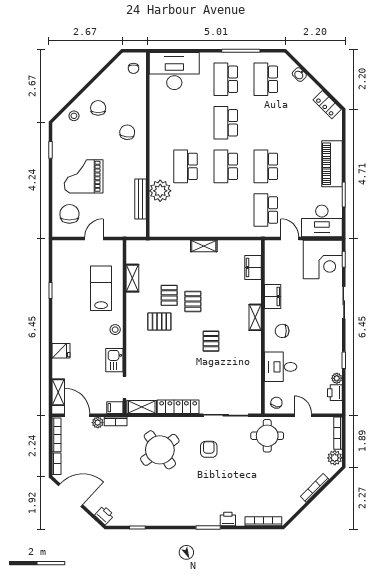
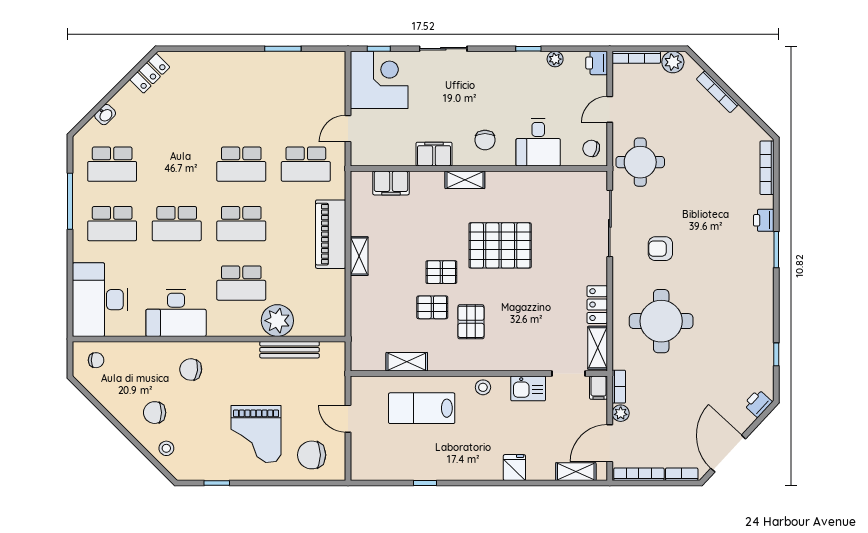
piano: (332, 164) -> (331, 234), moved, turned 90
desk: (322, 221) -> (176, 313), moved, turned 90
pallet: (211, 341) -> (500, 245), width x2.05, depth x2.00
printer: (335, 393) -> (597, 63), moved, turned 90
locker: (178, 407) -> (597, 305), width x0.66
round table: (160, 450) -> (661, 321), turned 36

